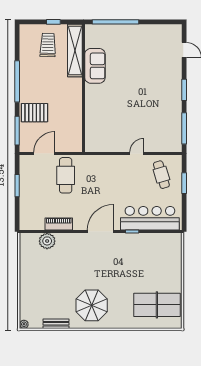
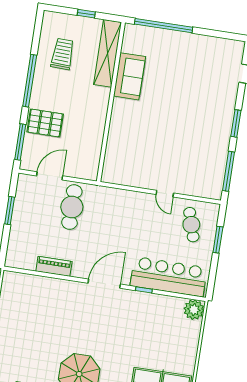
trolley: (48, 45) -> (63, 54), moved
door: (137, 154) -> (165, 194), swing flipped
plant: (47, 241) -> (194, 310), moved

